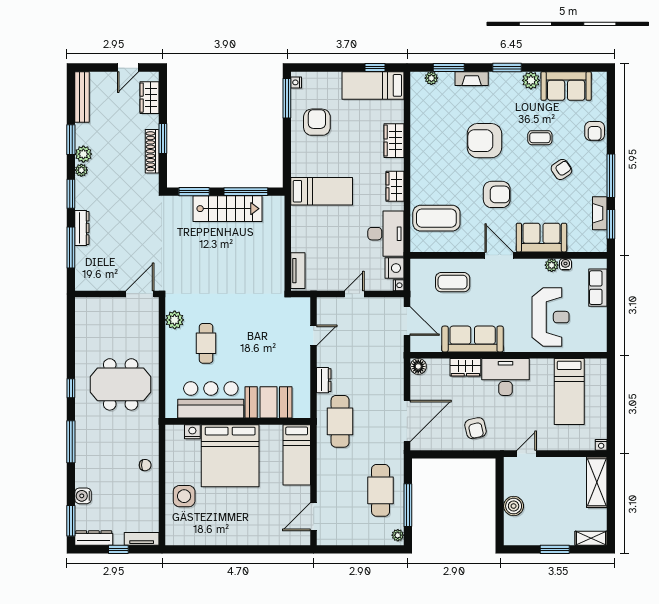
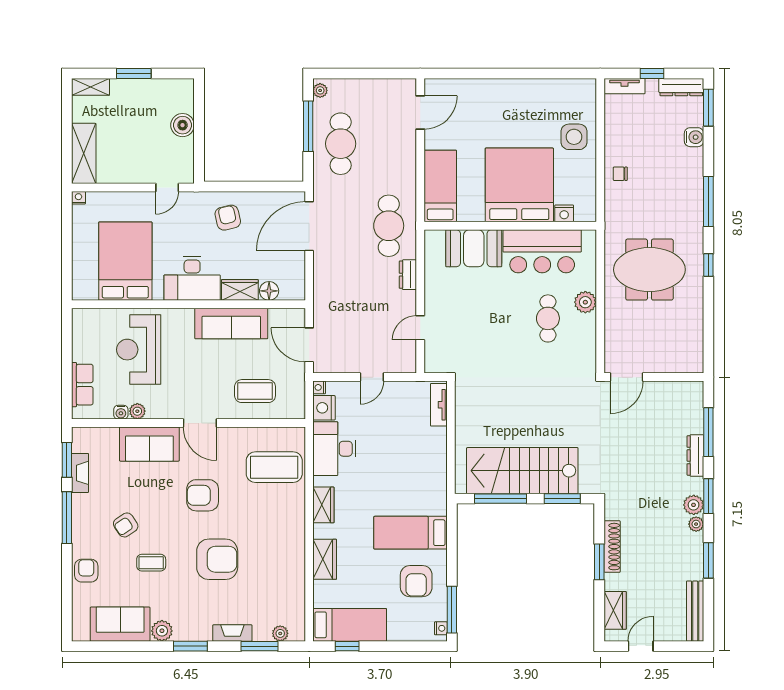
plant: (83, 154) -> (694, 505), moved
bed: (322, 191) -> (410, 533), moved
stairs: (228, 209) -> (522, 471), width x1.36, depth x1.51
plant: (175, 320) -> (585, 302), moved
floor lamp: (418, 366) -> (269, 291), moved
bed: (569, 392) -> (125, 261), width x1.50

